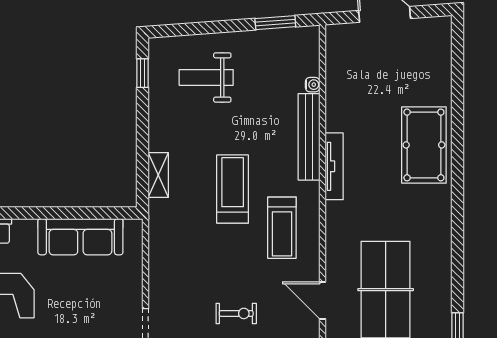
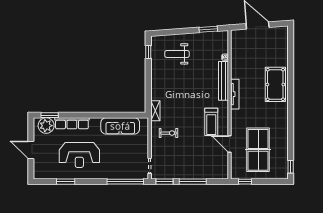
shelving: (158, 175) -> (155, 111), moved
treadmill: (233, 189) -> (189, 104), removed
door: (322, 300) -> (230, 144), moved
exercise bike: (236, 313) -> (169, 133), moved

